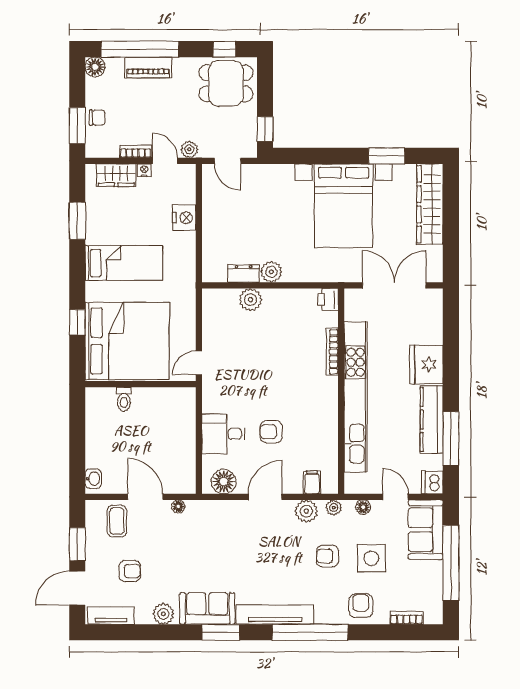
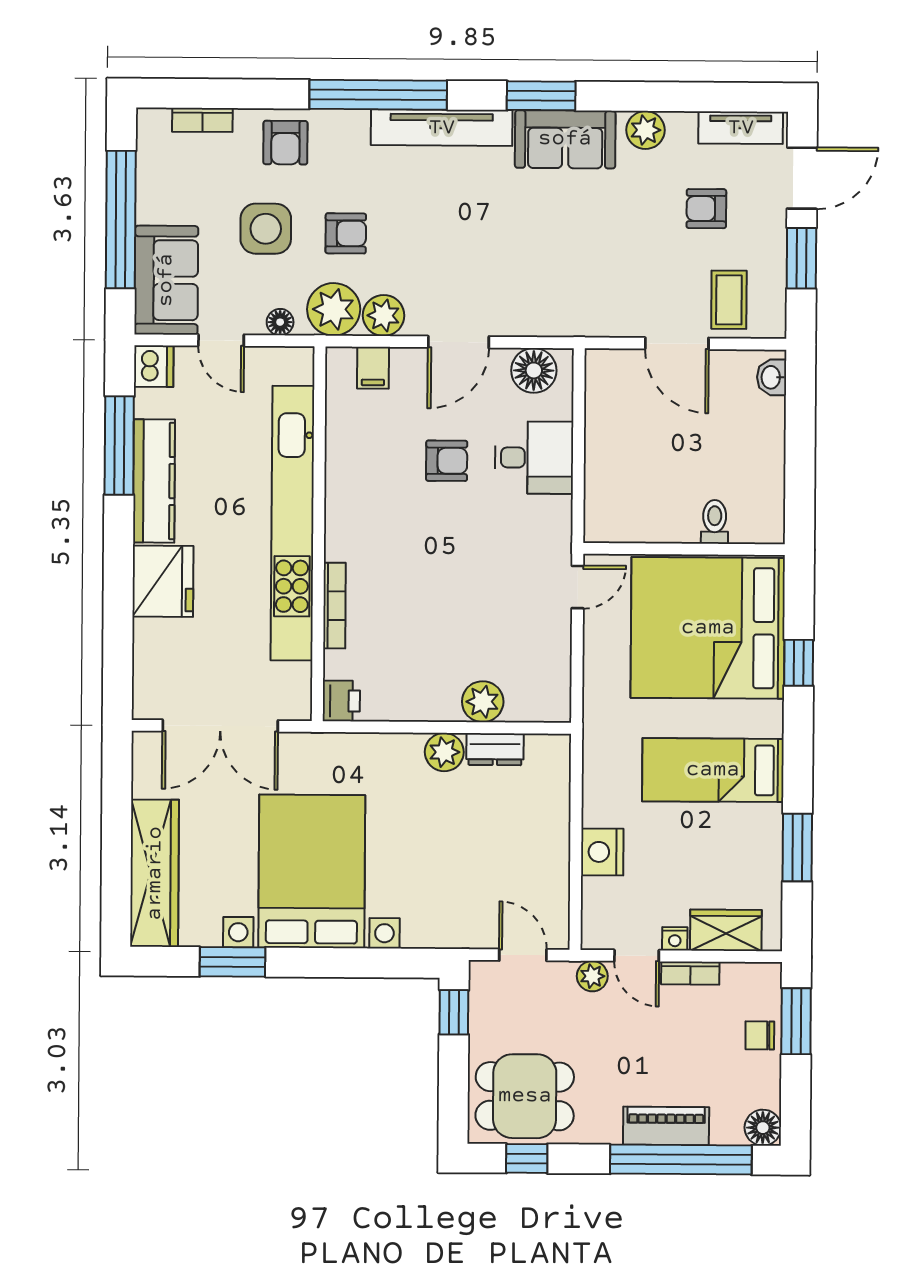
floor lamp: (178, 506) -> (617, 326), removed
plant: (334, 508) -> (334, 309), width x1.88, depth x1.88

